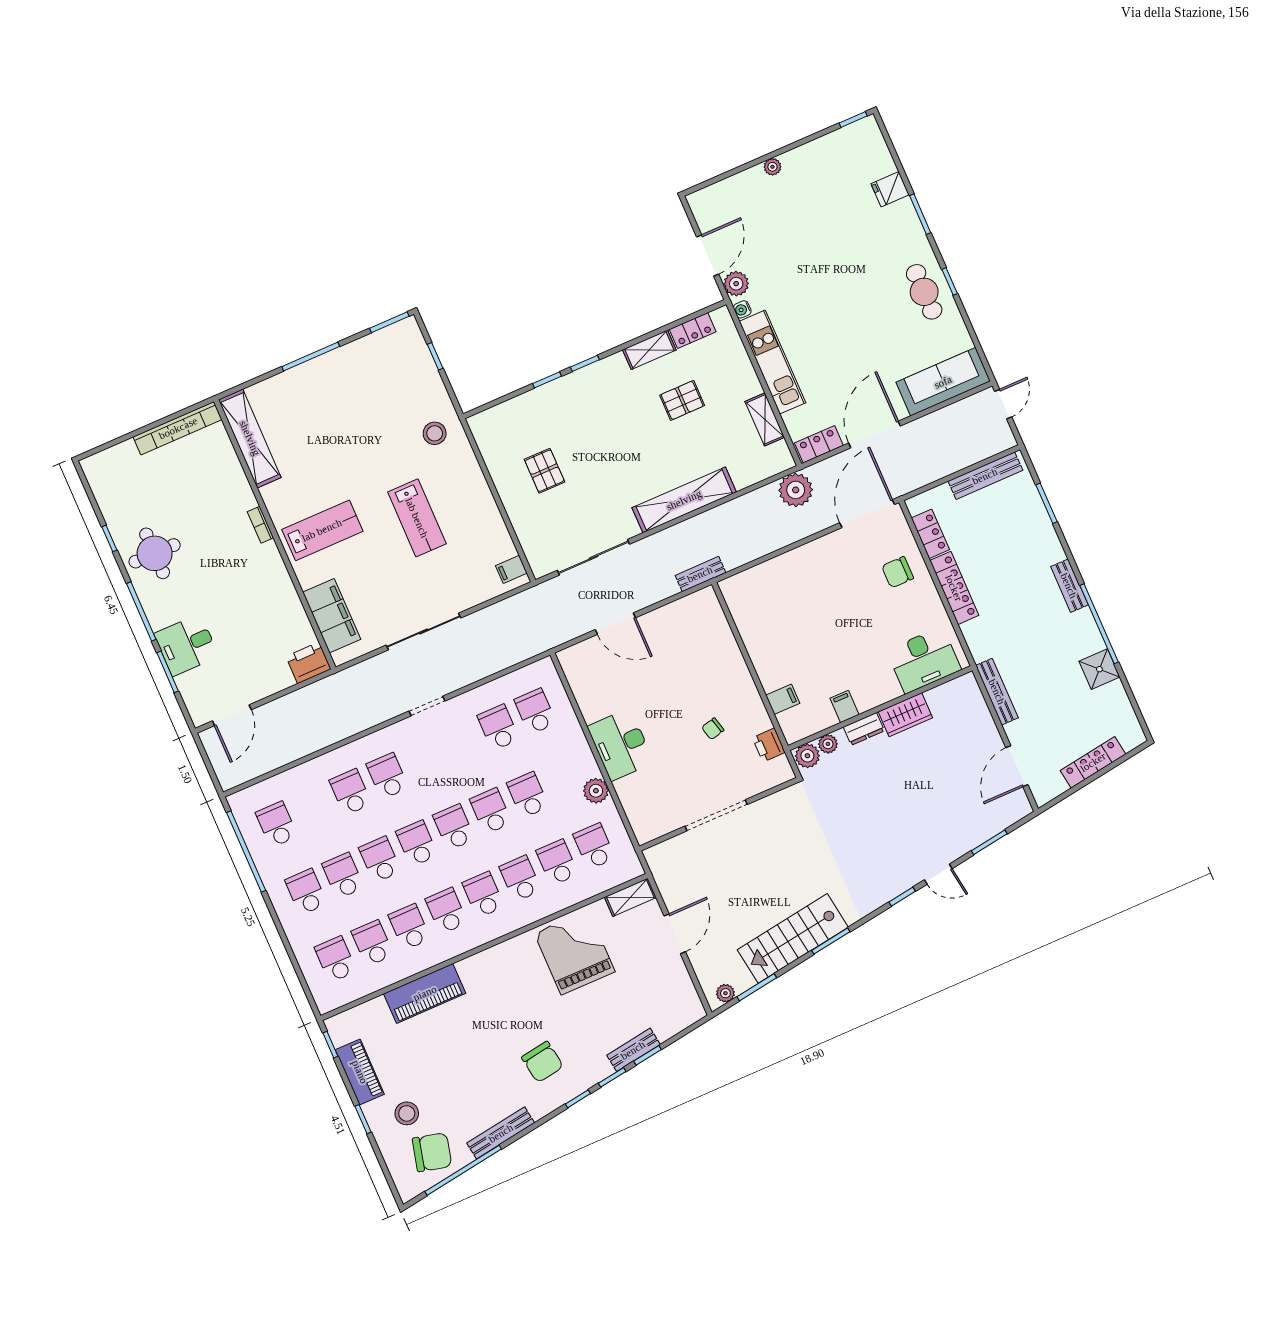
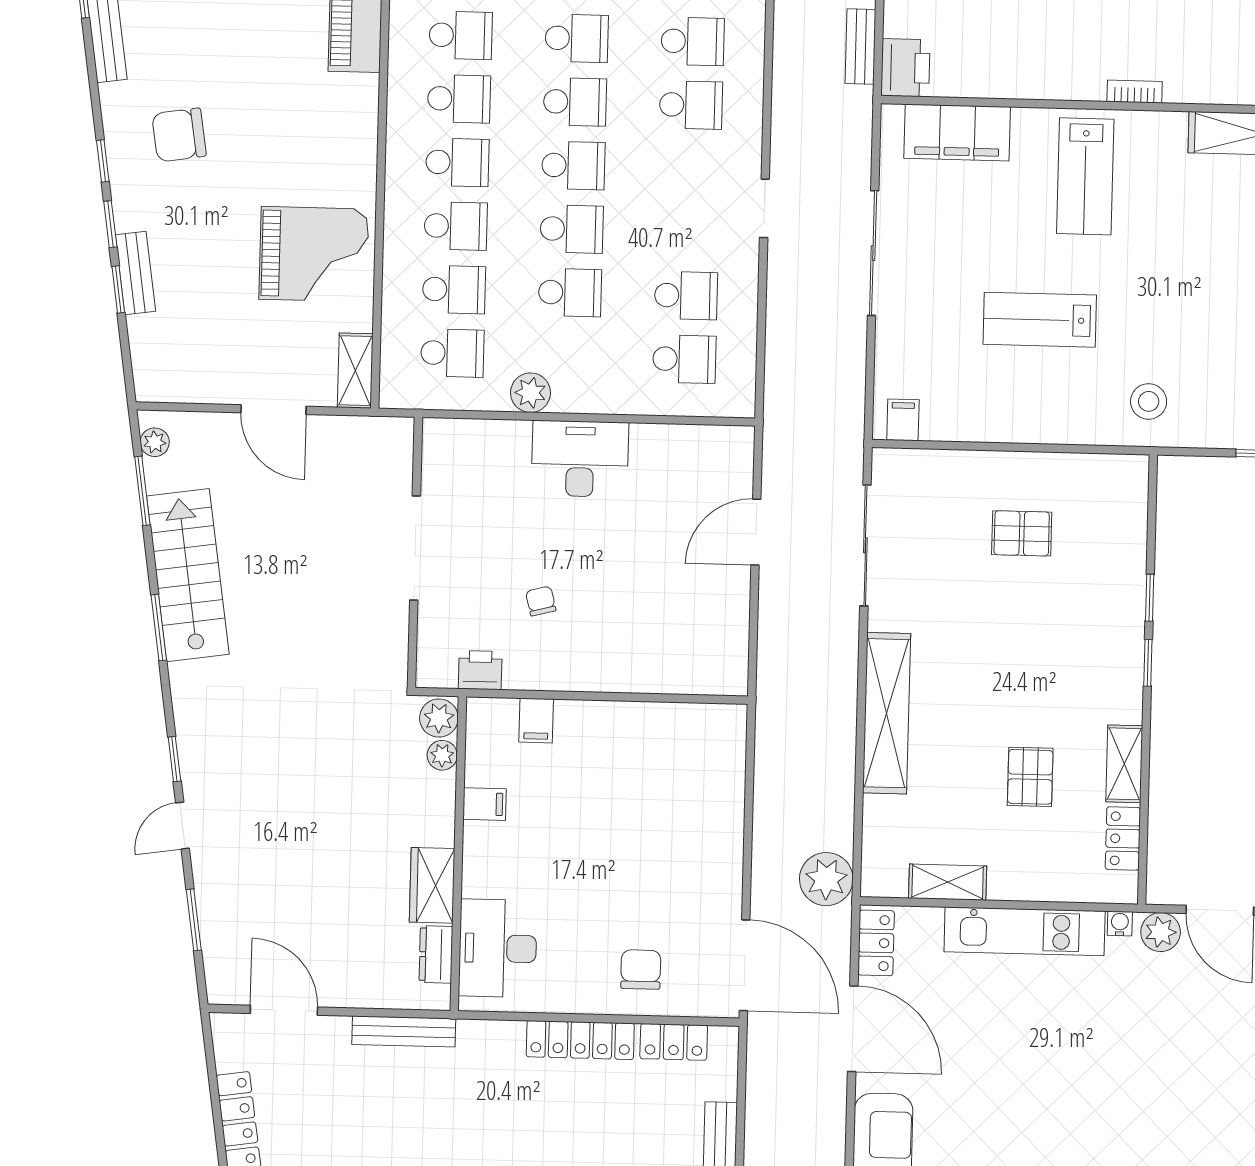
bench: (700, 574) -> (861, 46), moved
dresser: (864, 729) -> (436, 954), moved

